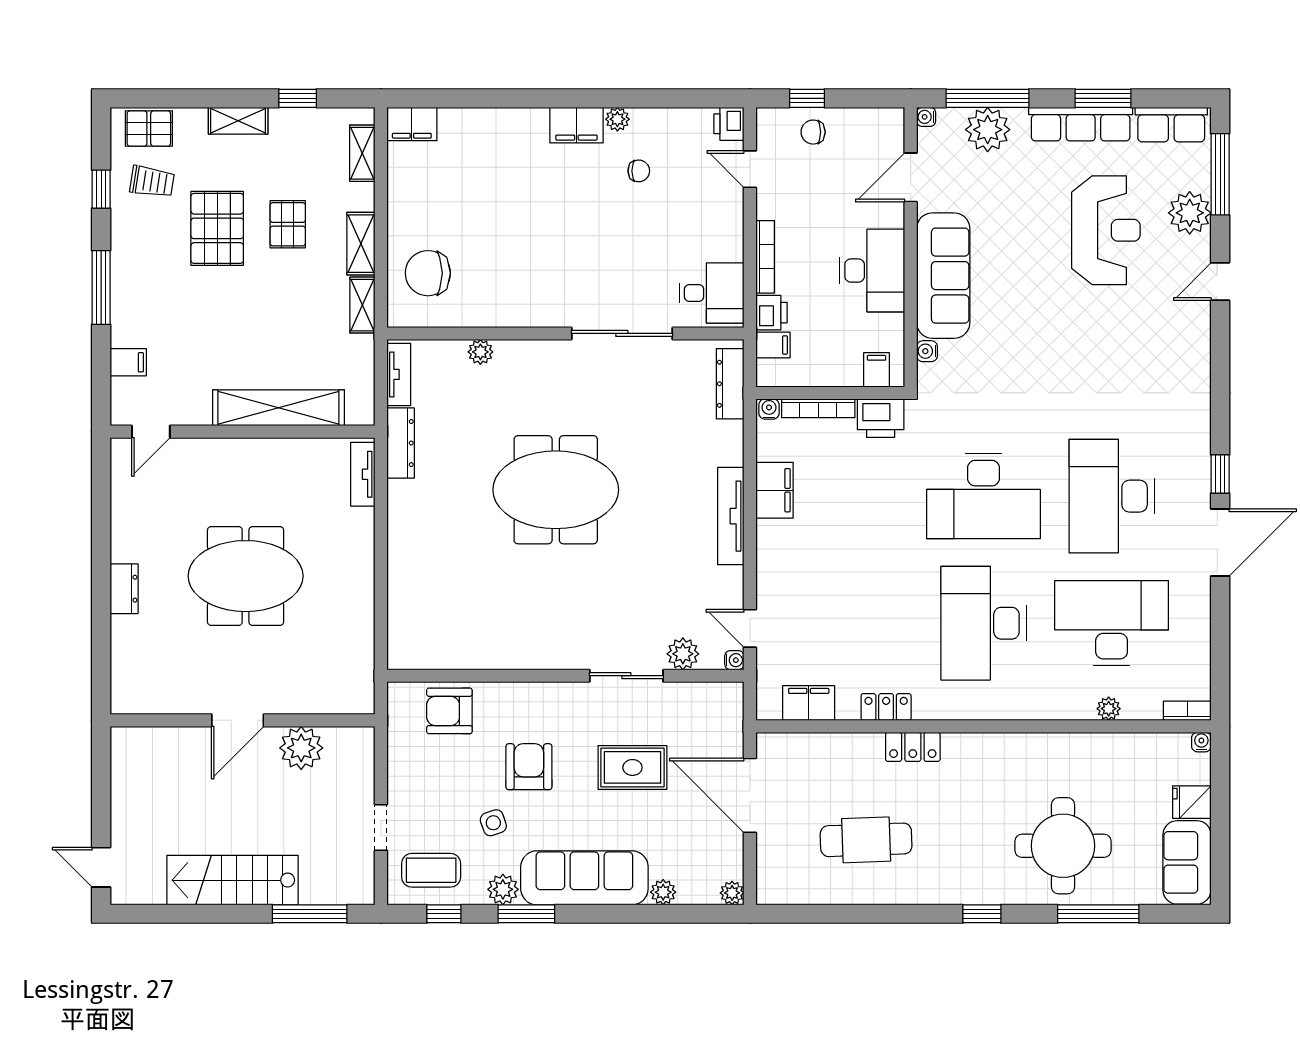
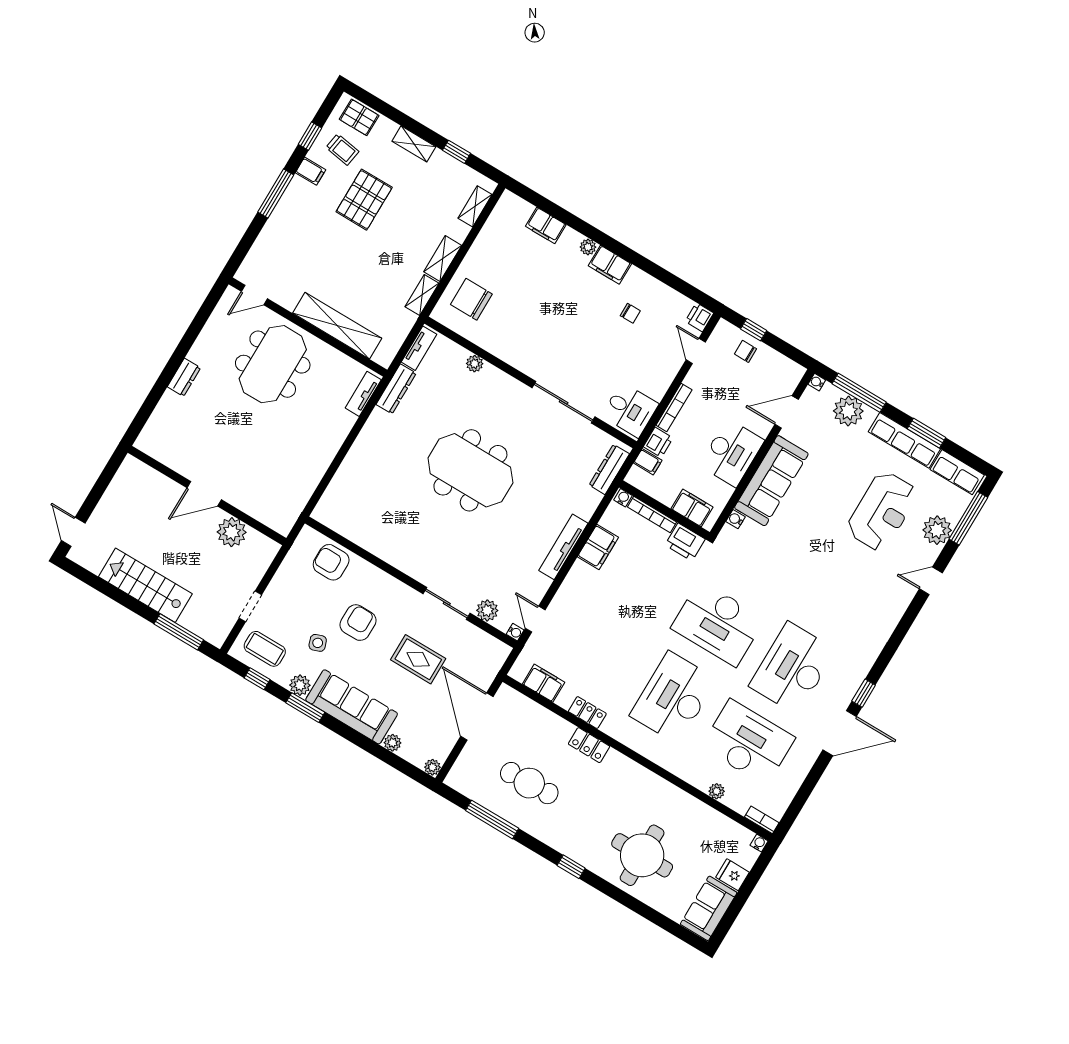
plant: (617, 119) -> (588, 247), moved
filing cabinet: (412, 124) -> (546, 226), moved
pallet: (288, 224) -> (407, 222), removed
filing cabinet: (128, 362) -> (310, 171), moved
filing cabinet: (877, 370) -> (692, 508), width x2.00
meeting table: (246, 576) -> (273, 364), moved, turned 90
window: (1098, 914) -> (492, 819), moved

